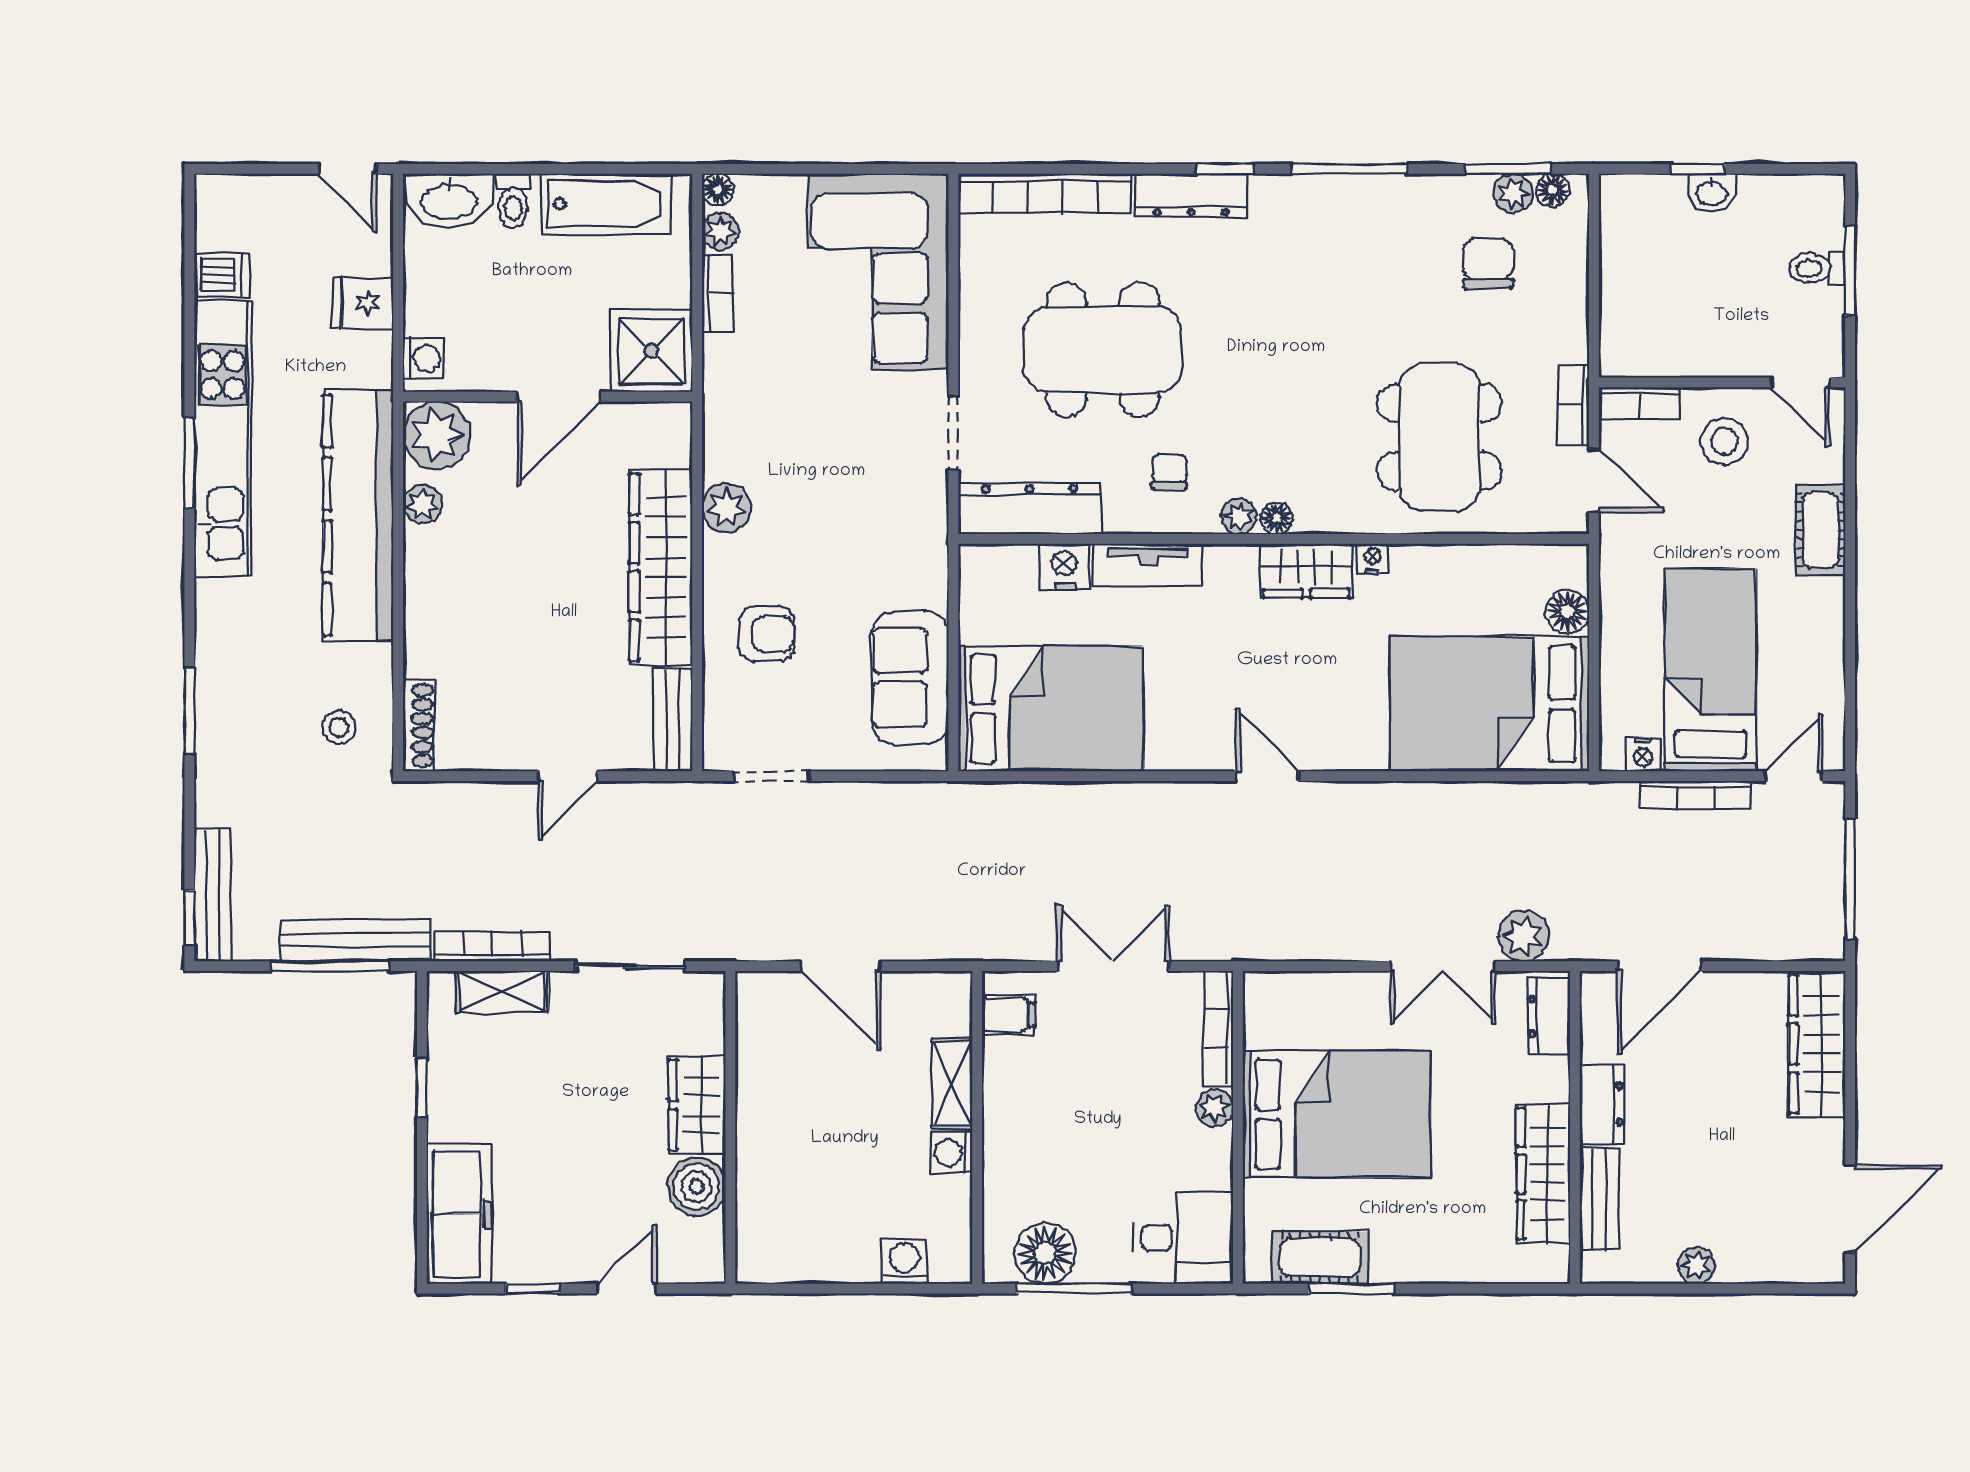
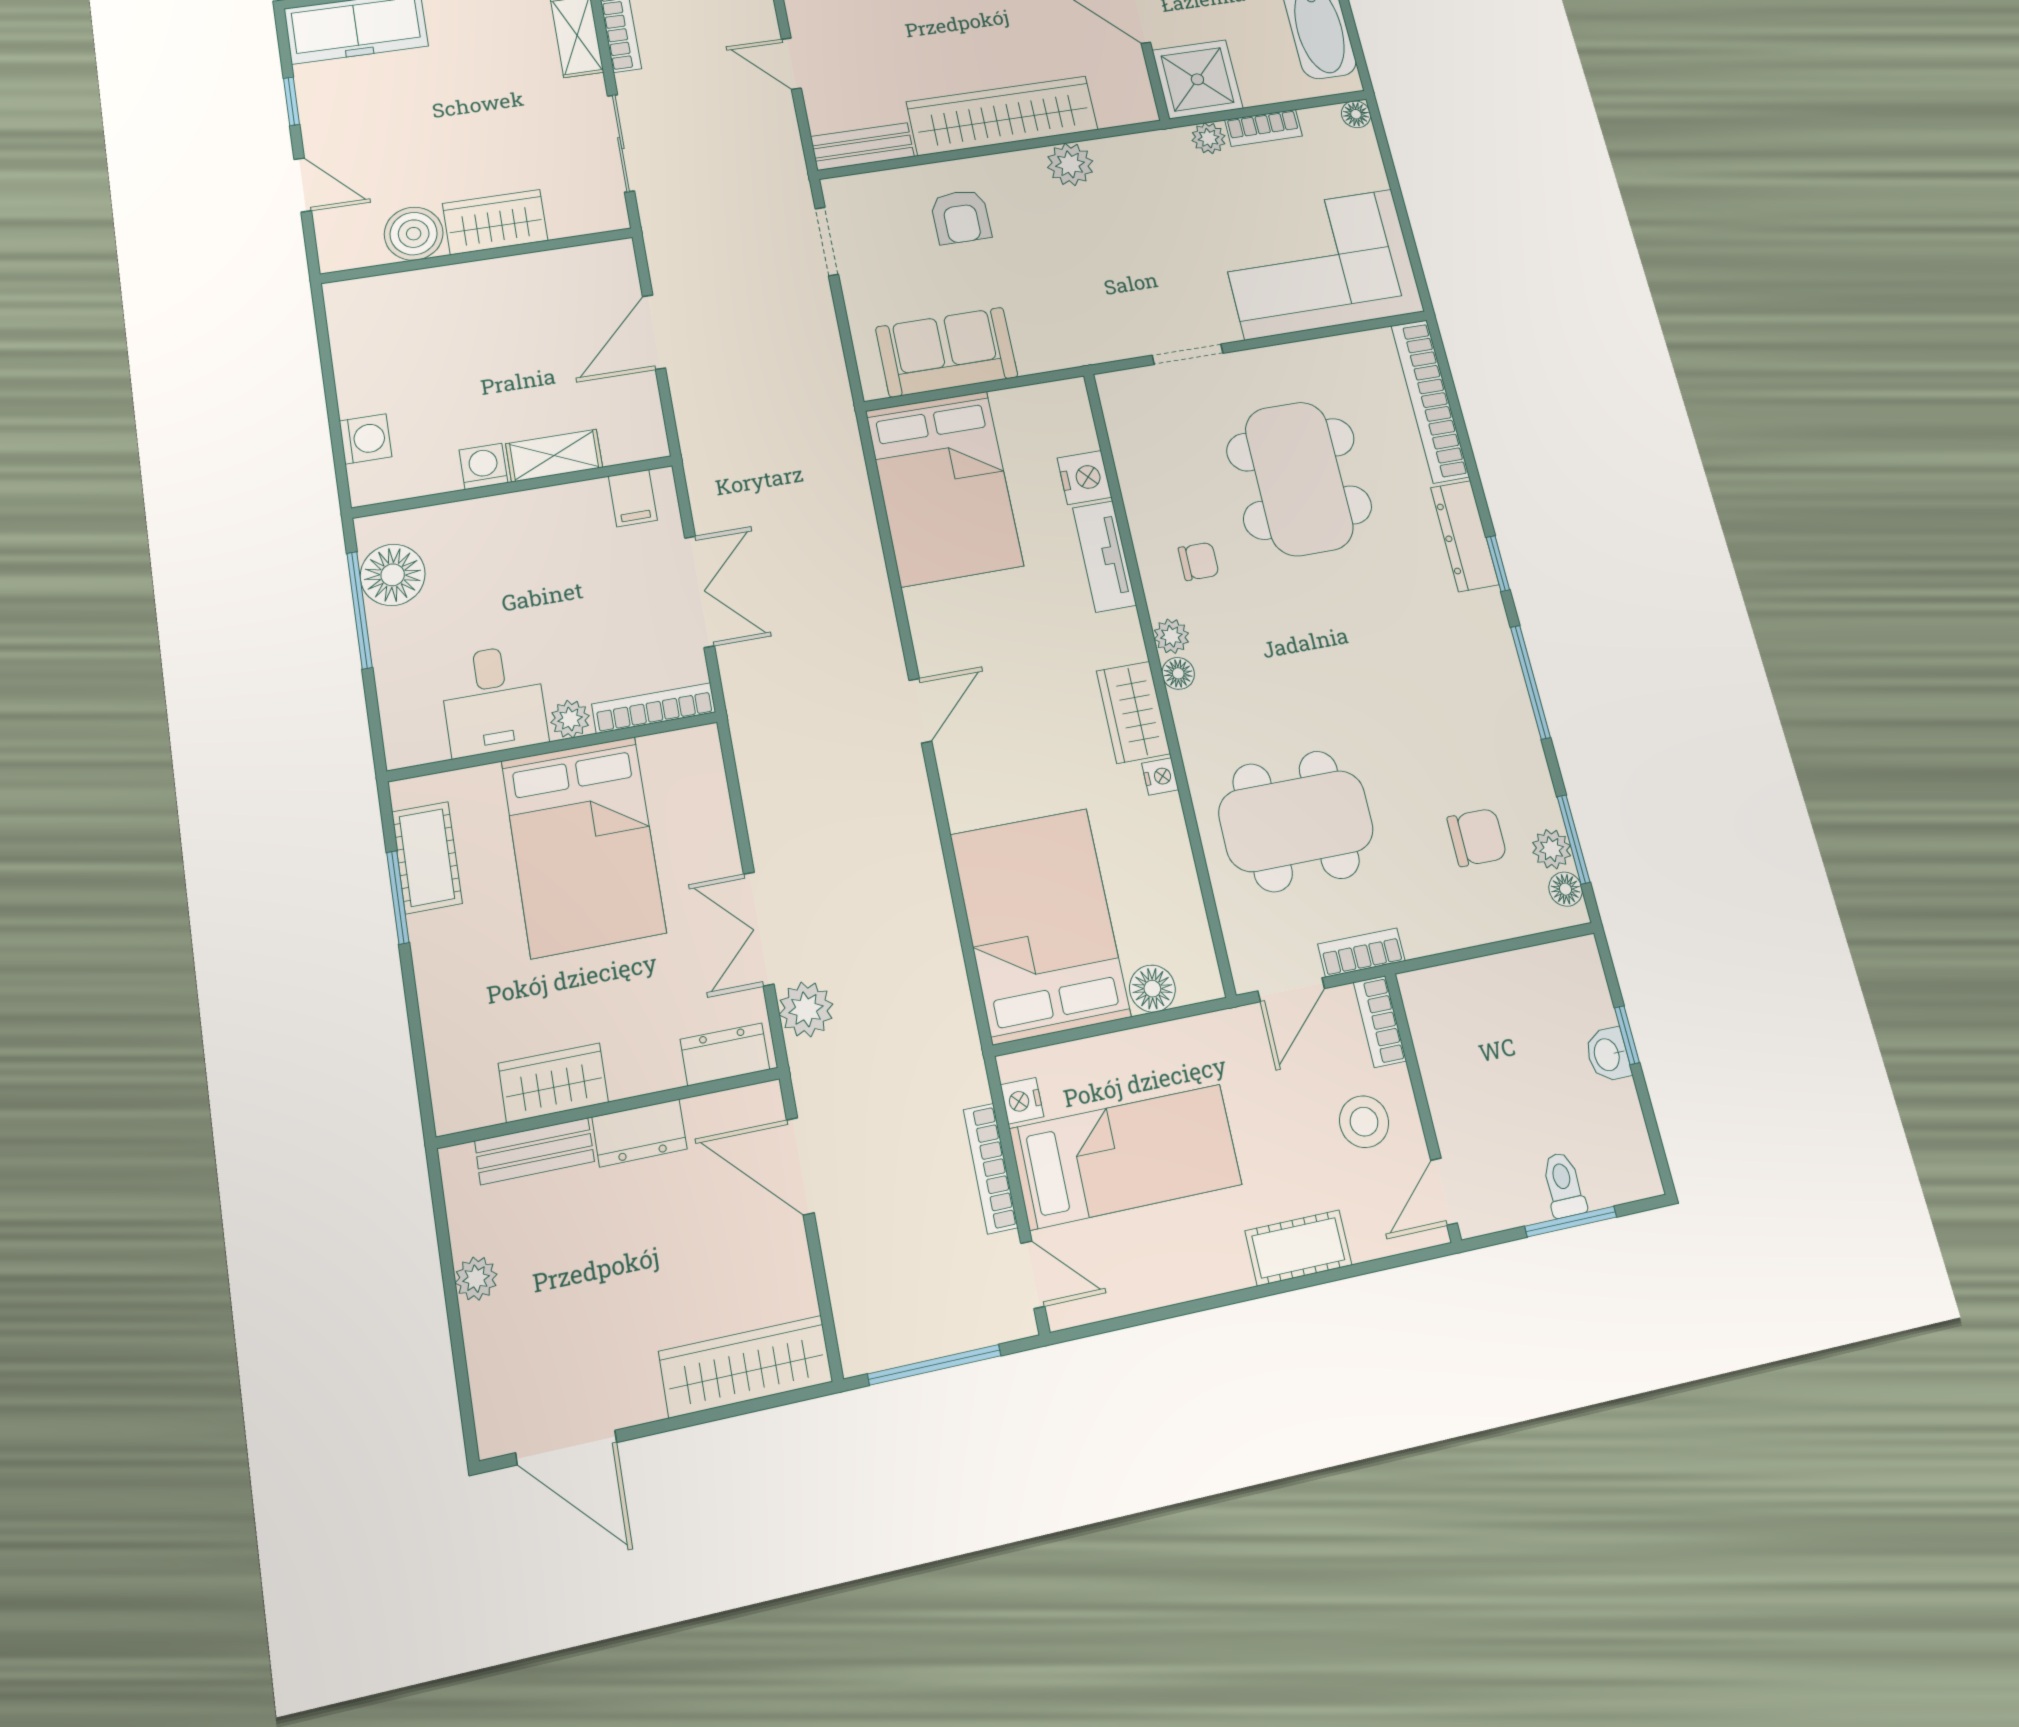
plant: (720, 232) -> (1209, 138), moved
dresser: (1030, 509) -> (1133, 436), removed
wardrobe: (1543, 1174) -> (553, 1083), width x0.67
desk: (1184, 1238) -> (493, 700), moved

